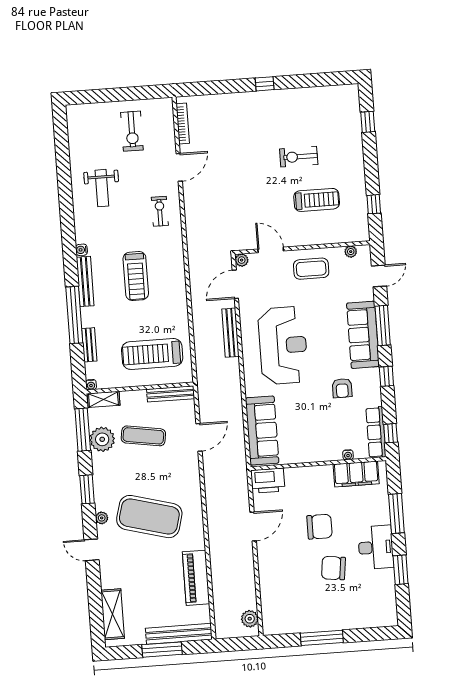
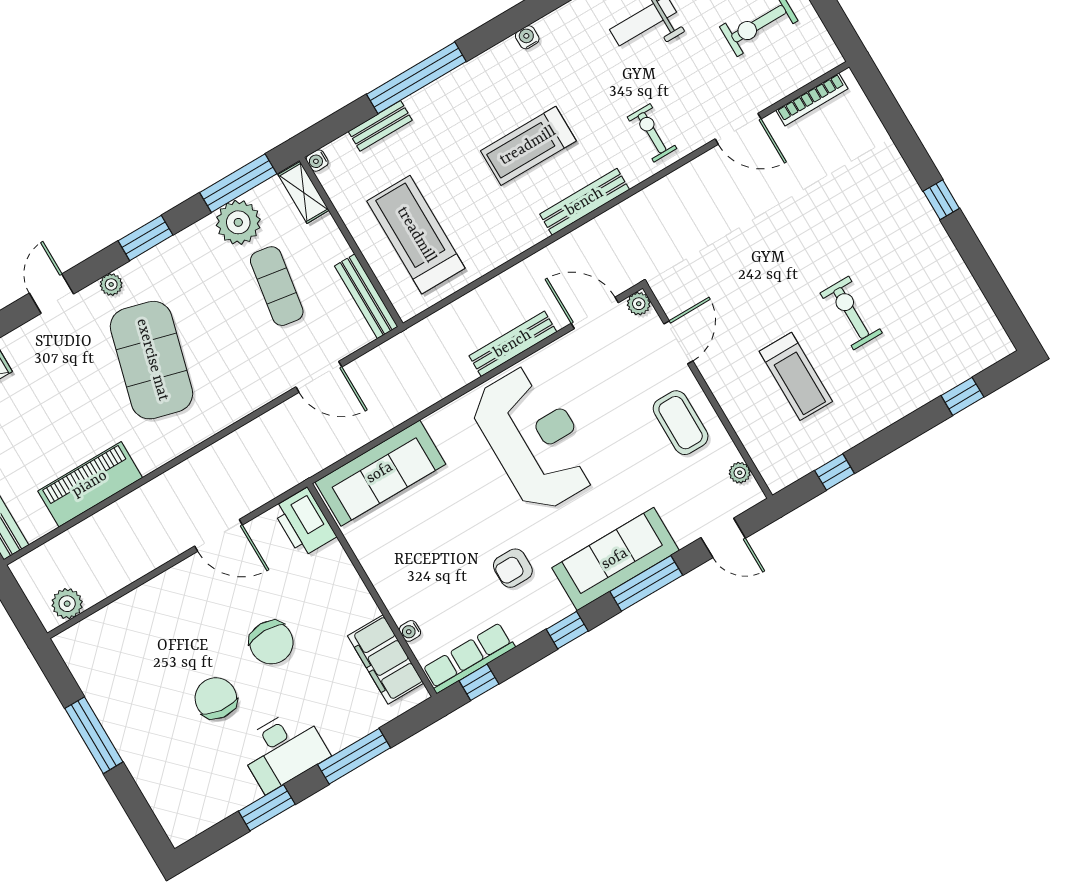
exercise bike: (160, 211) -> (652, 133), turned -90
bench: (85, 281) -> (585, 202), moved
reception desk: (283, 345) -> (534, 439), turned -90

